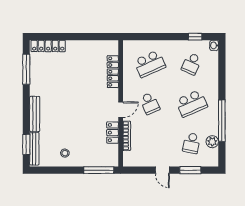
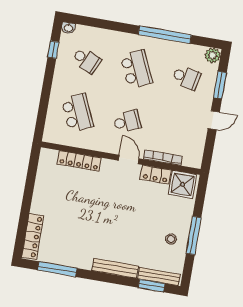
plant: (212, 142) -> (213, 55), moved
shower: (109, 155) -> (182, 184), added
window: (99, 170) -> (194, 236), moved

